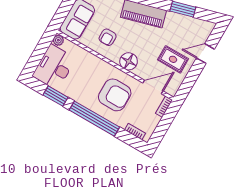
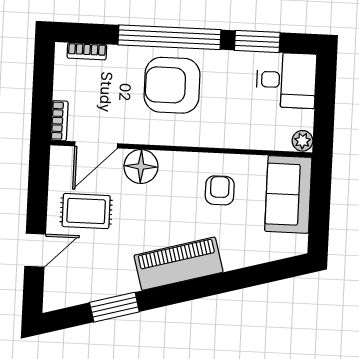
floor lamp: (129, 61) -> (141, 166), moved
desk: (54, 67) -> (286, 80), width x0.73
armchair: (115, 95) -> (172, 85), moved

